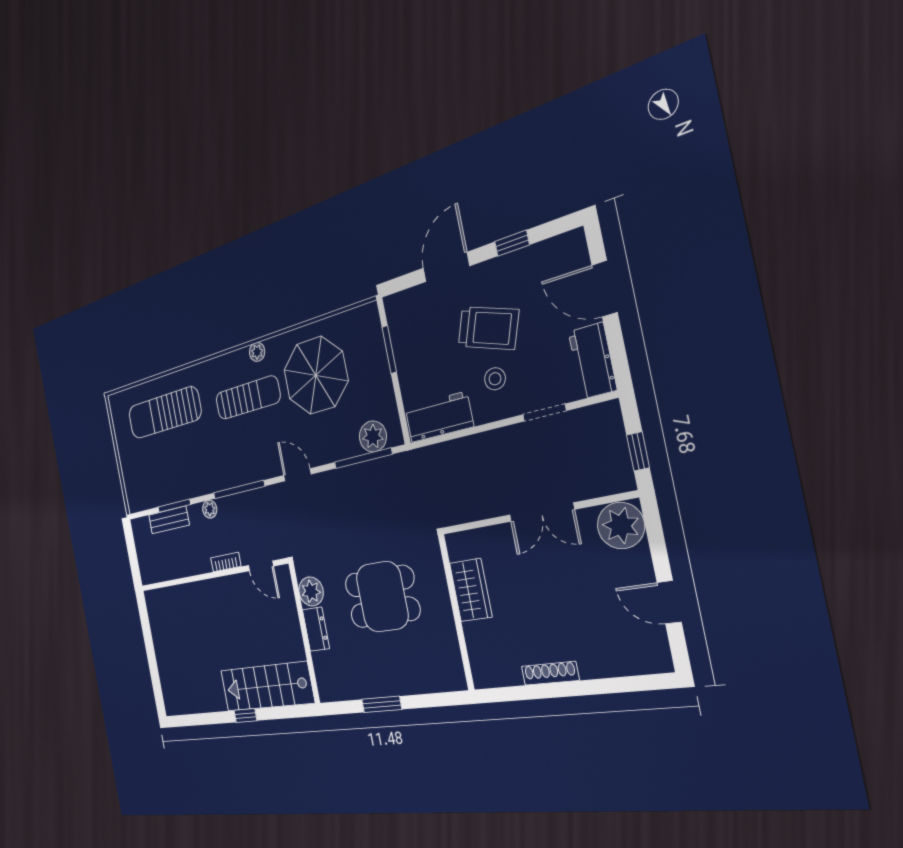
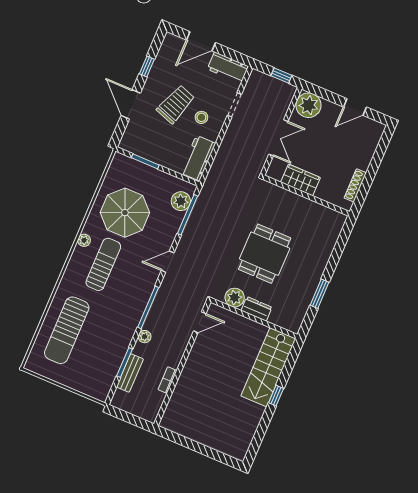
bookcase: (226, 562) -> (167, 380), moved
wardrobe: (471, 590) -> (300, 180), moved
wall: (456, 612) -> (306, 196), moved

